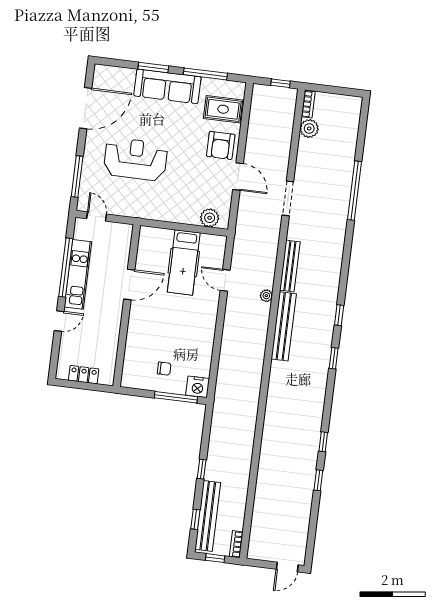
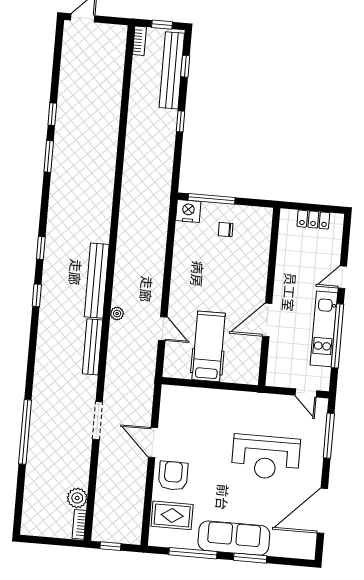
plant: (210, 218) -> (182, 396), removed
window: (323, 442) -> (49, 156), width x1.50

